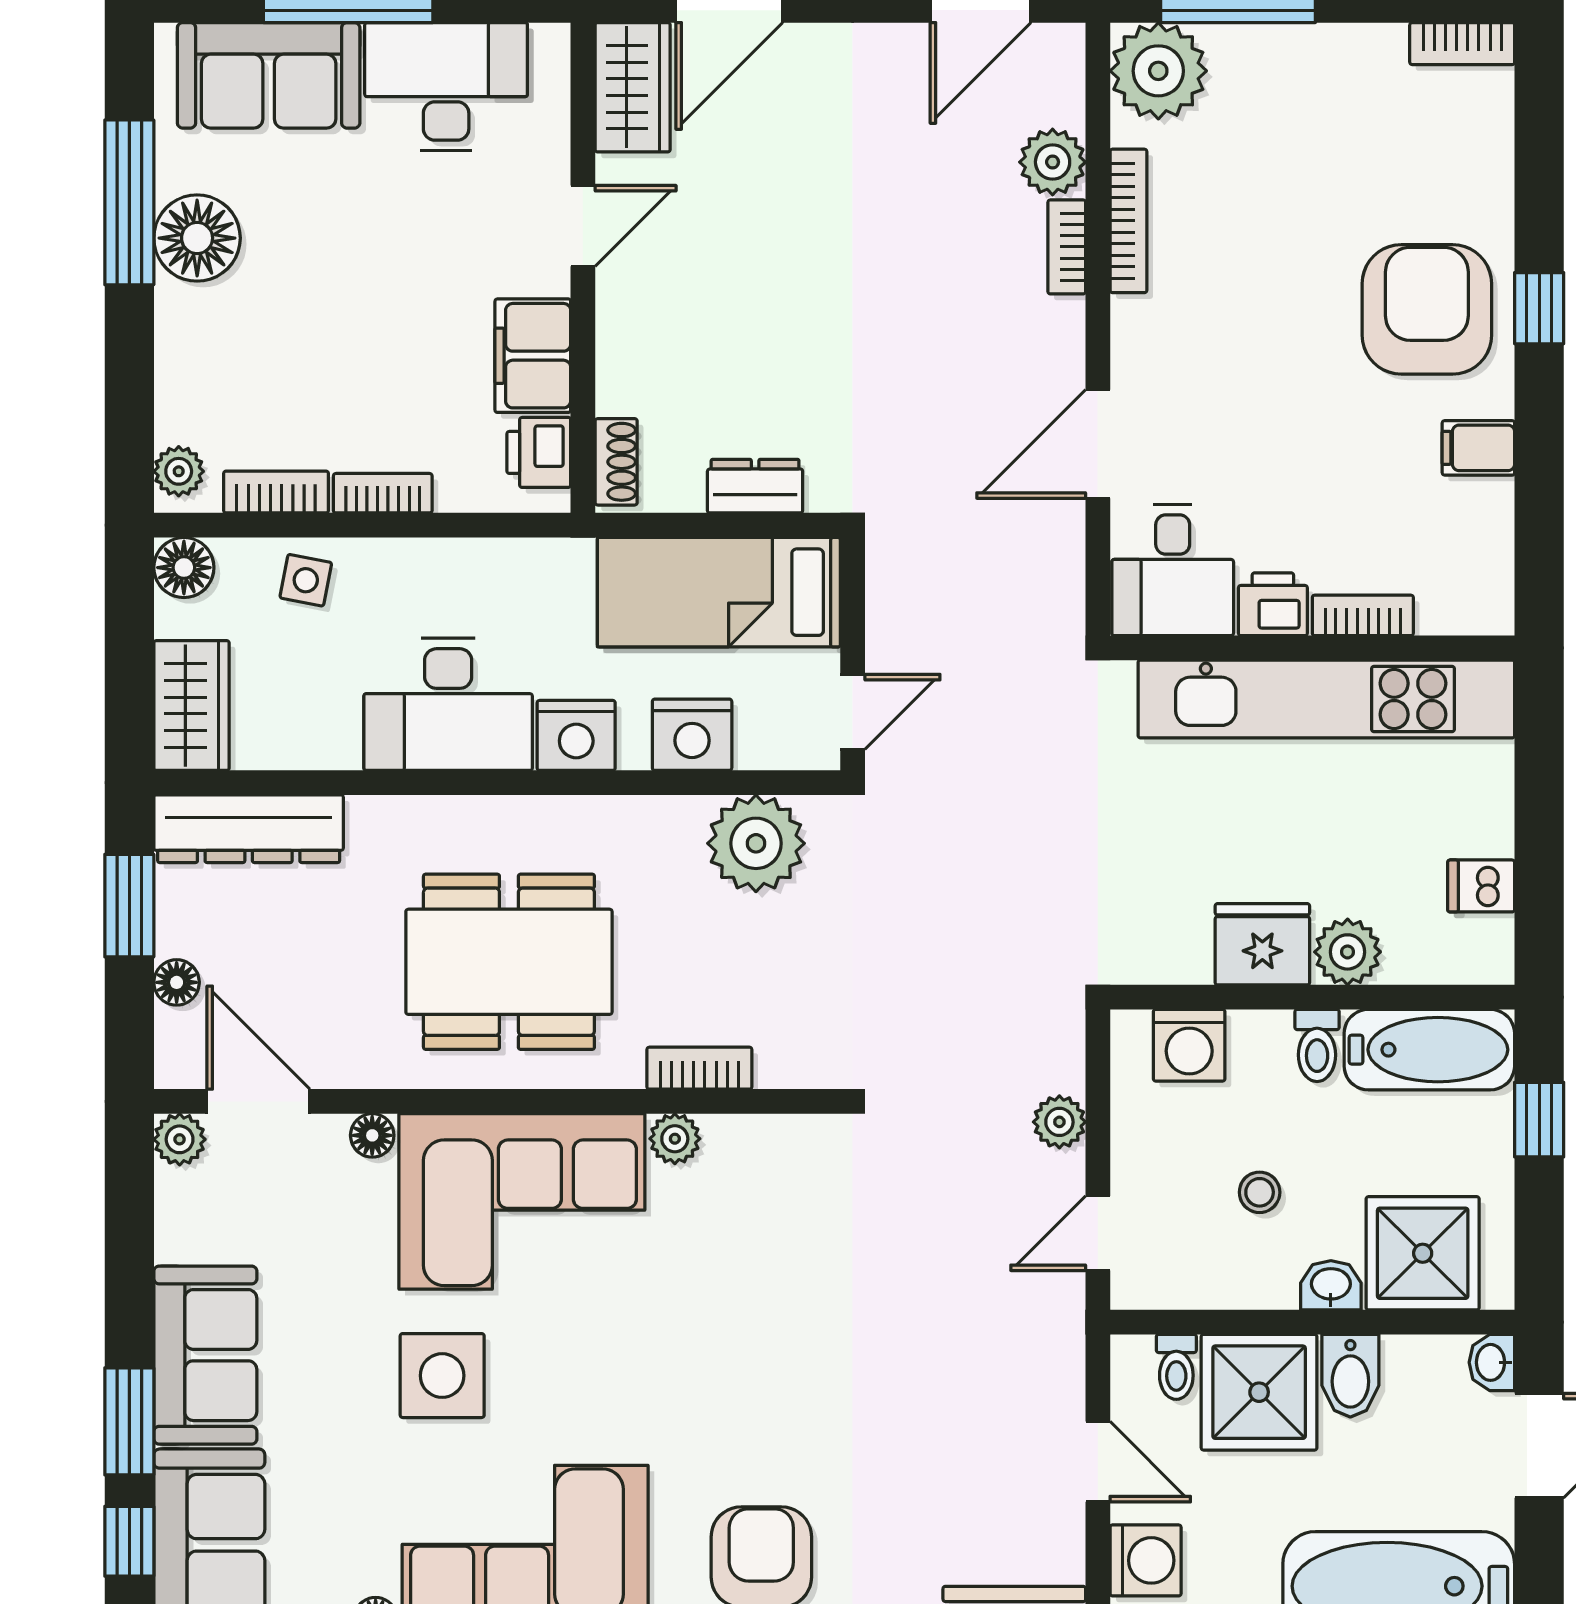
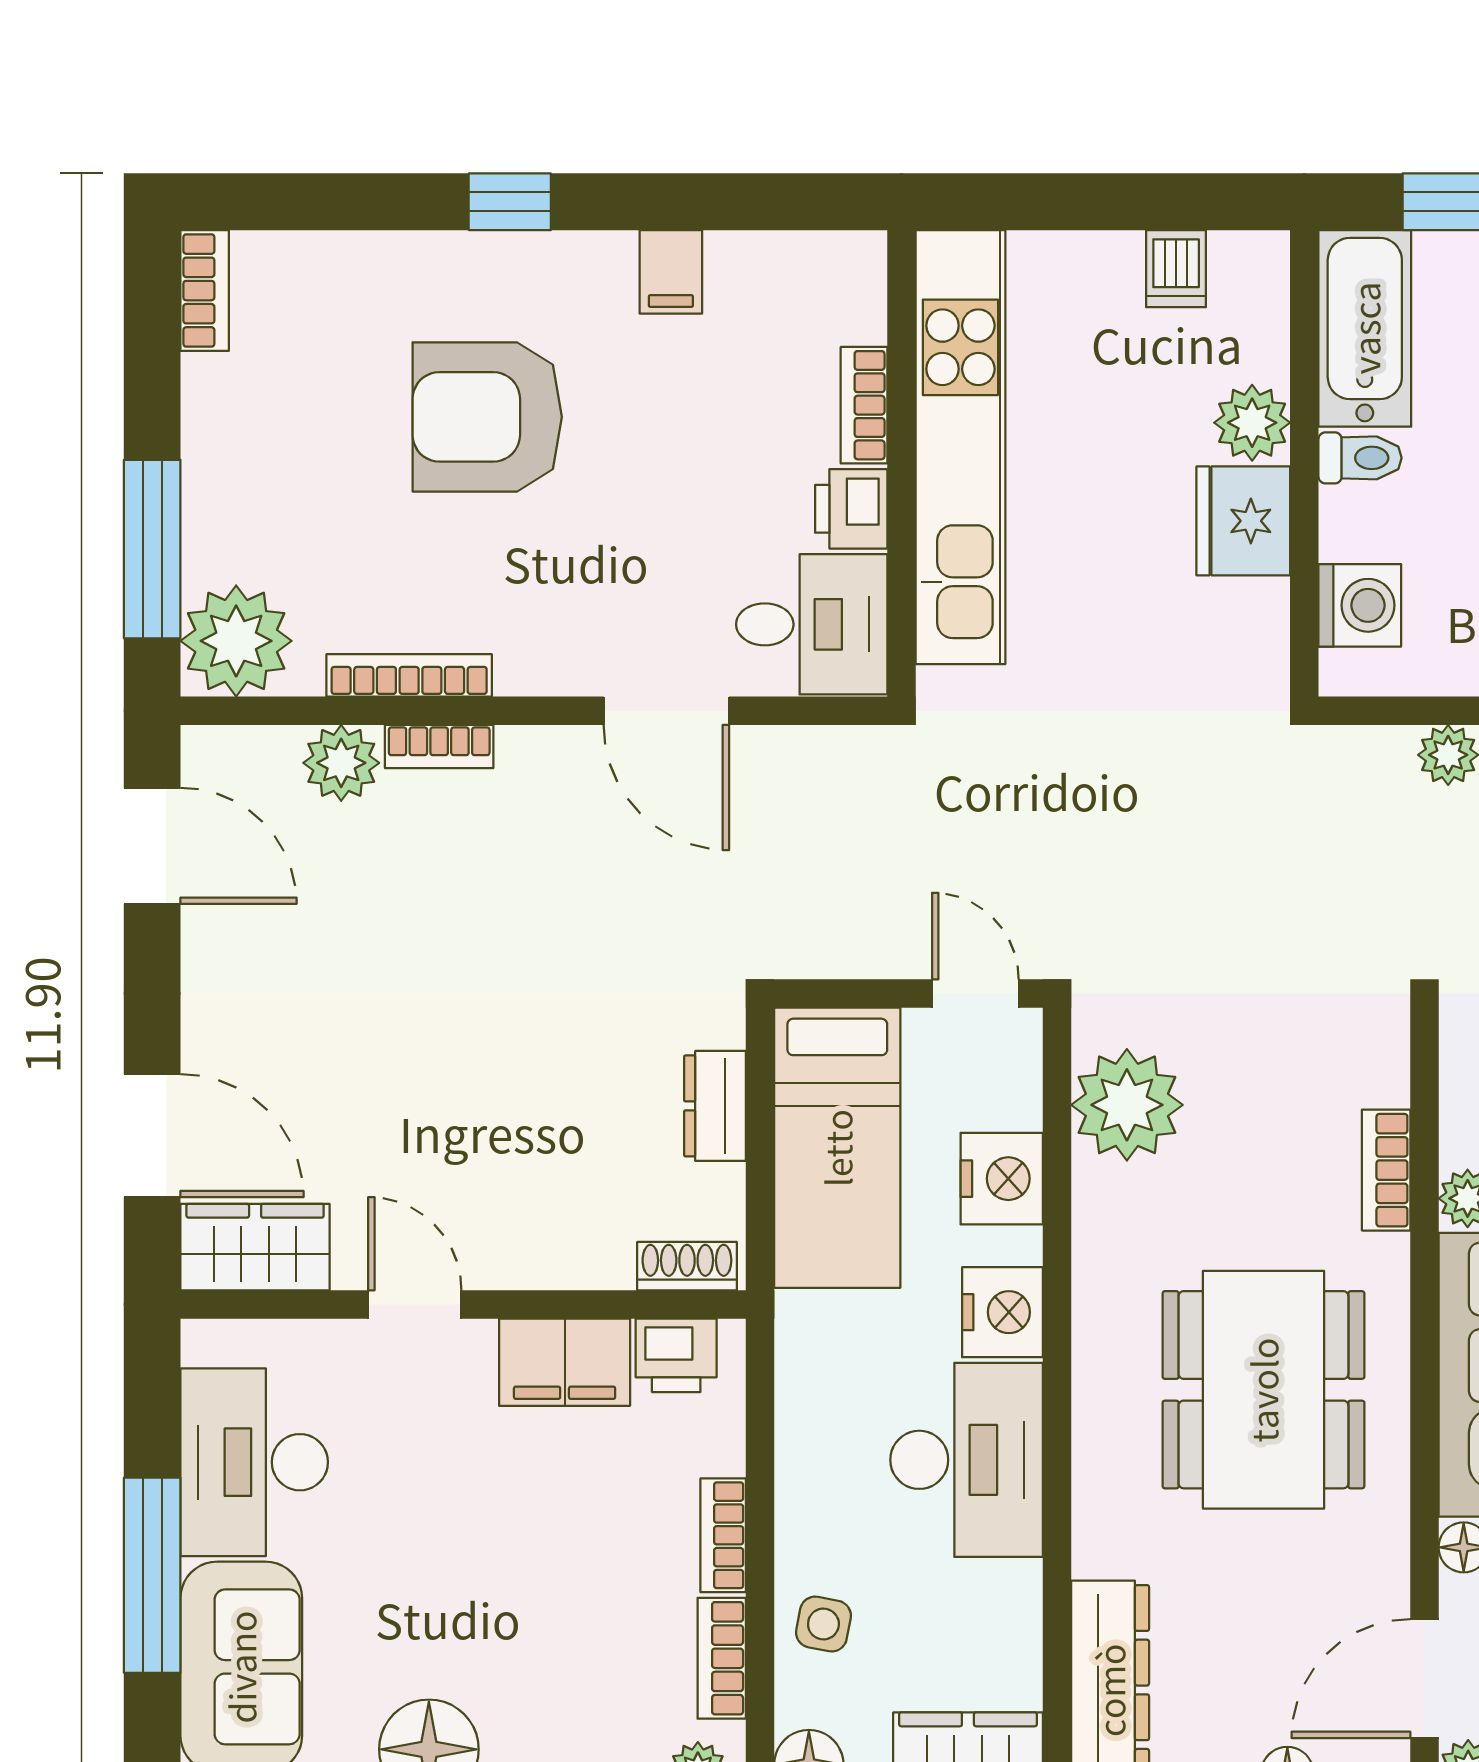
armchair: (1427, 309) -> (487, 417), moved

